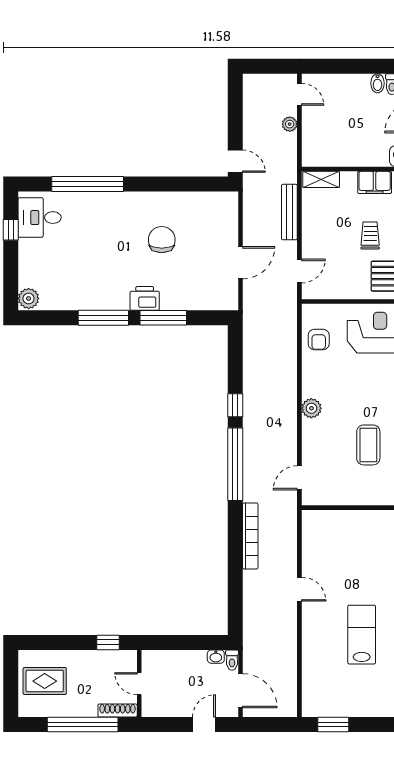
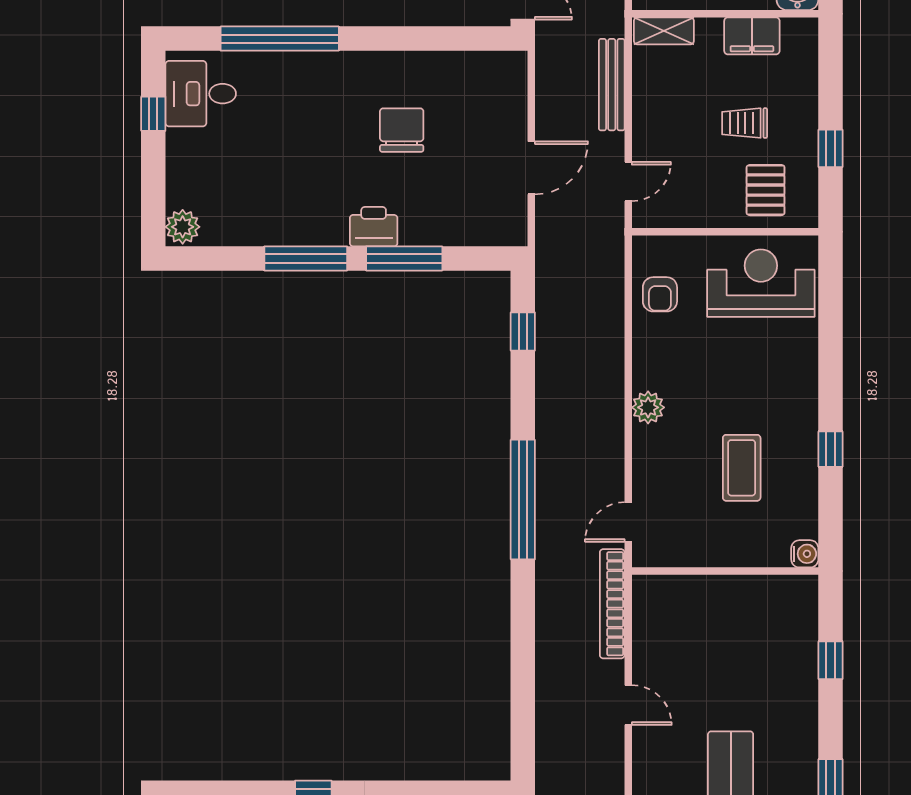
trolley: (370, 235) -> (745, 123), turned -90
window: (235, 405) -> (523, 332), moved
bookcase: (250, 536) -> (612, 604), moved, turned 180

